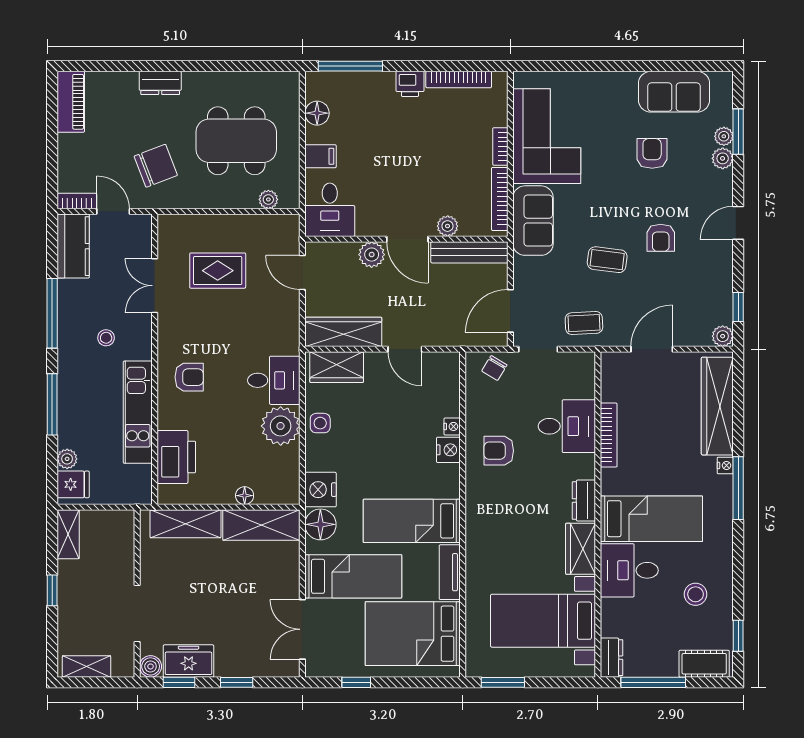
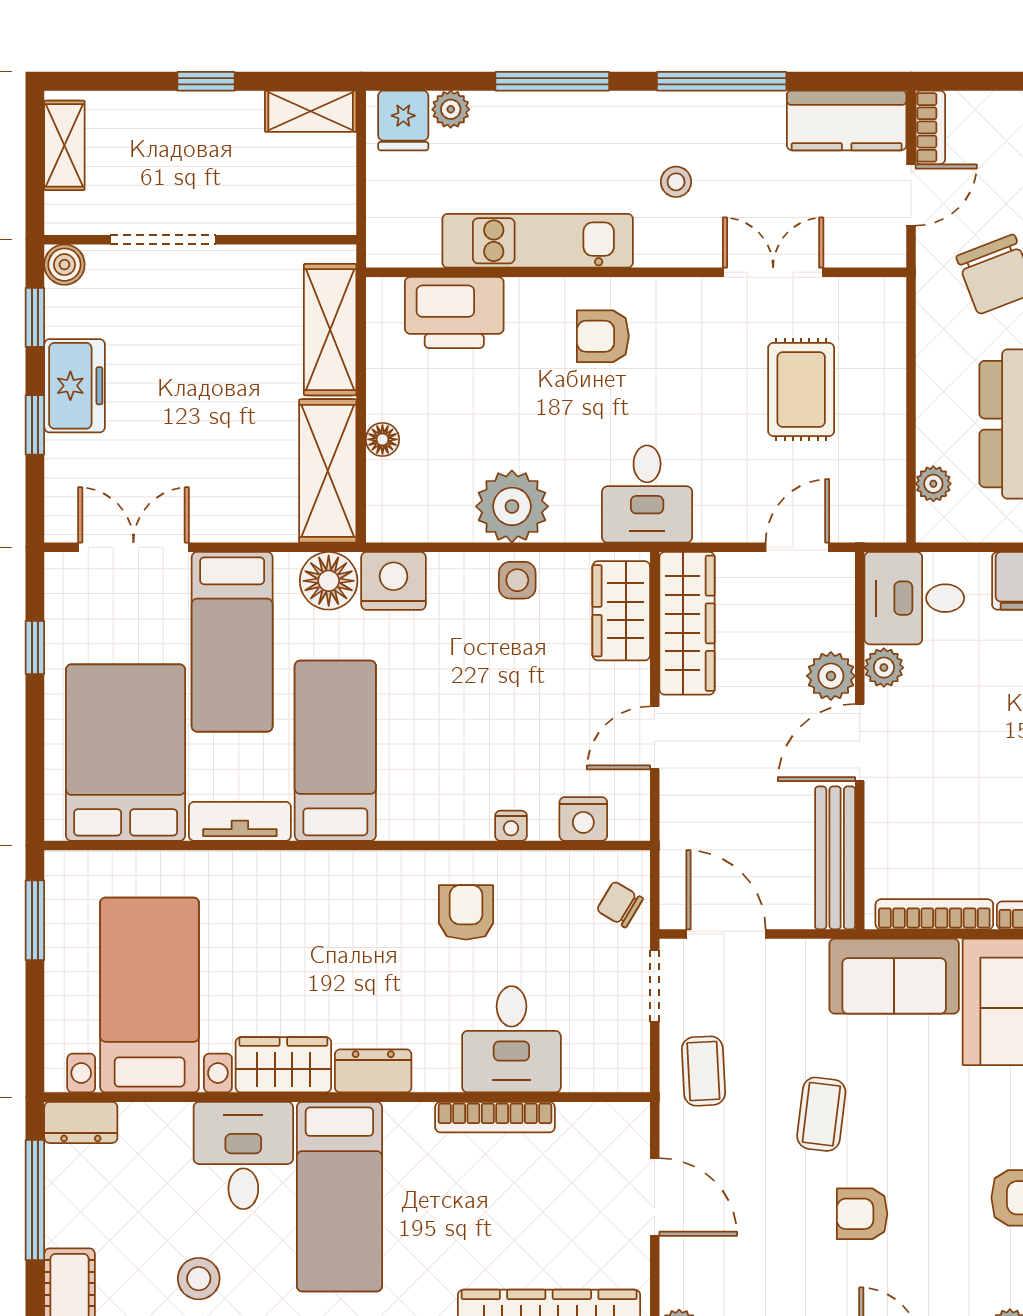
plant: (448, 226) -> (884, 668), moved
armchair: (189, 377) -> (603, 336), turned 90
desk: (274, 380) -> (647, 494), moved
nightstand: (448, 450) -> (583, 819), moved
freezer: (189, 661) -> (75, 386), moved

